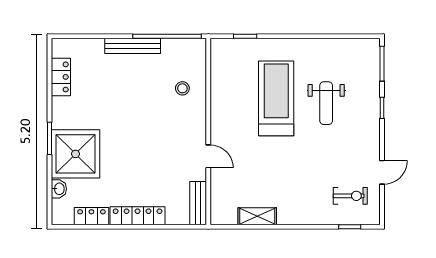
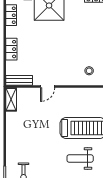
locker: (138, 216) -> (11, 49), width x0.66
shelving: (257, 216) -> (11, 99), moved

